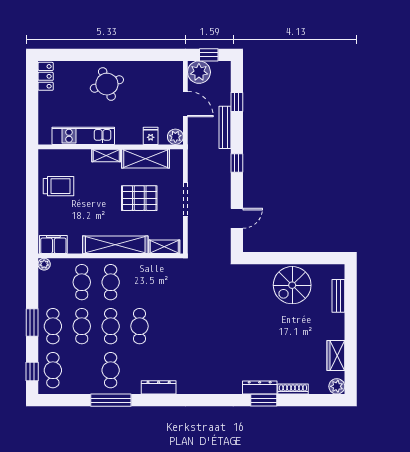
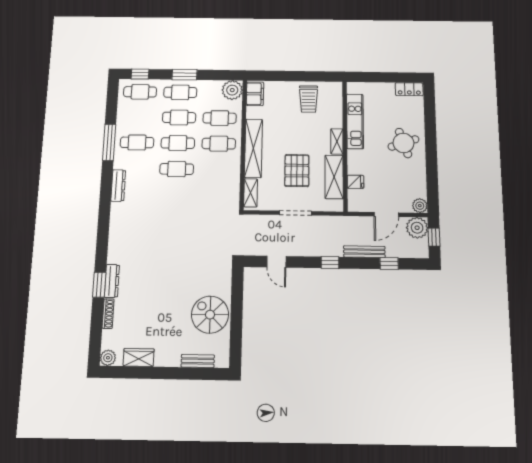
plant: (175, 137) -> (420, 206), moved
plant: (44, 264) -> (232, 90), width x1.87, depth x1.87

